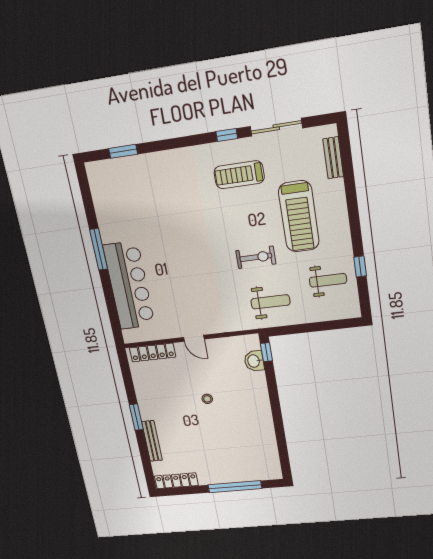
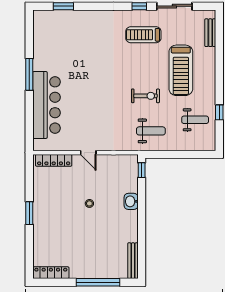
washbasin: (254, 361) -> (131, 201), moved
bench: (152, 441) -> (133, 261), moved

